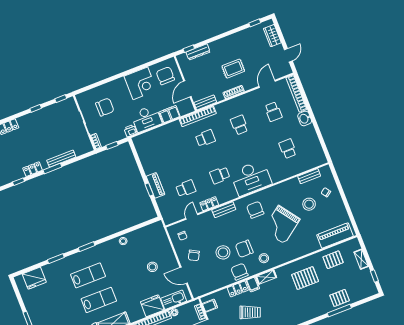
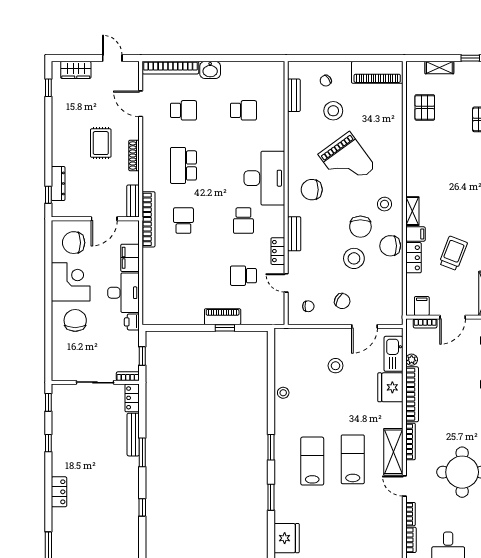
door: (187, 89) -> (104, 219), hinge flipped
chair: (105, 107) -> (75, 320), moved
school desk: (239, 125) -> (183, 165), width x1.85
school desk: (288, 149) -> (243, 110), turned 180
locker: (33, 169) -> (132, 398), moved
school desk: (186, 188) -> (243, 276), turned -90
piano: (335, 236) -> (377, 72), moved, turned -90
pallet: (305, 278) -> (435, 157), removed

